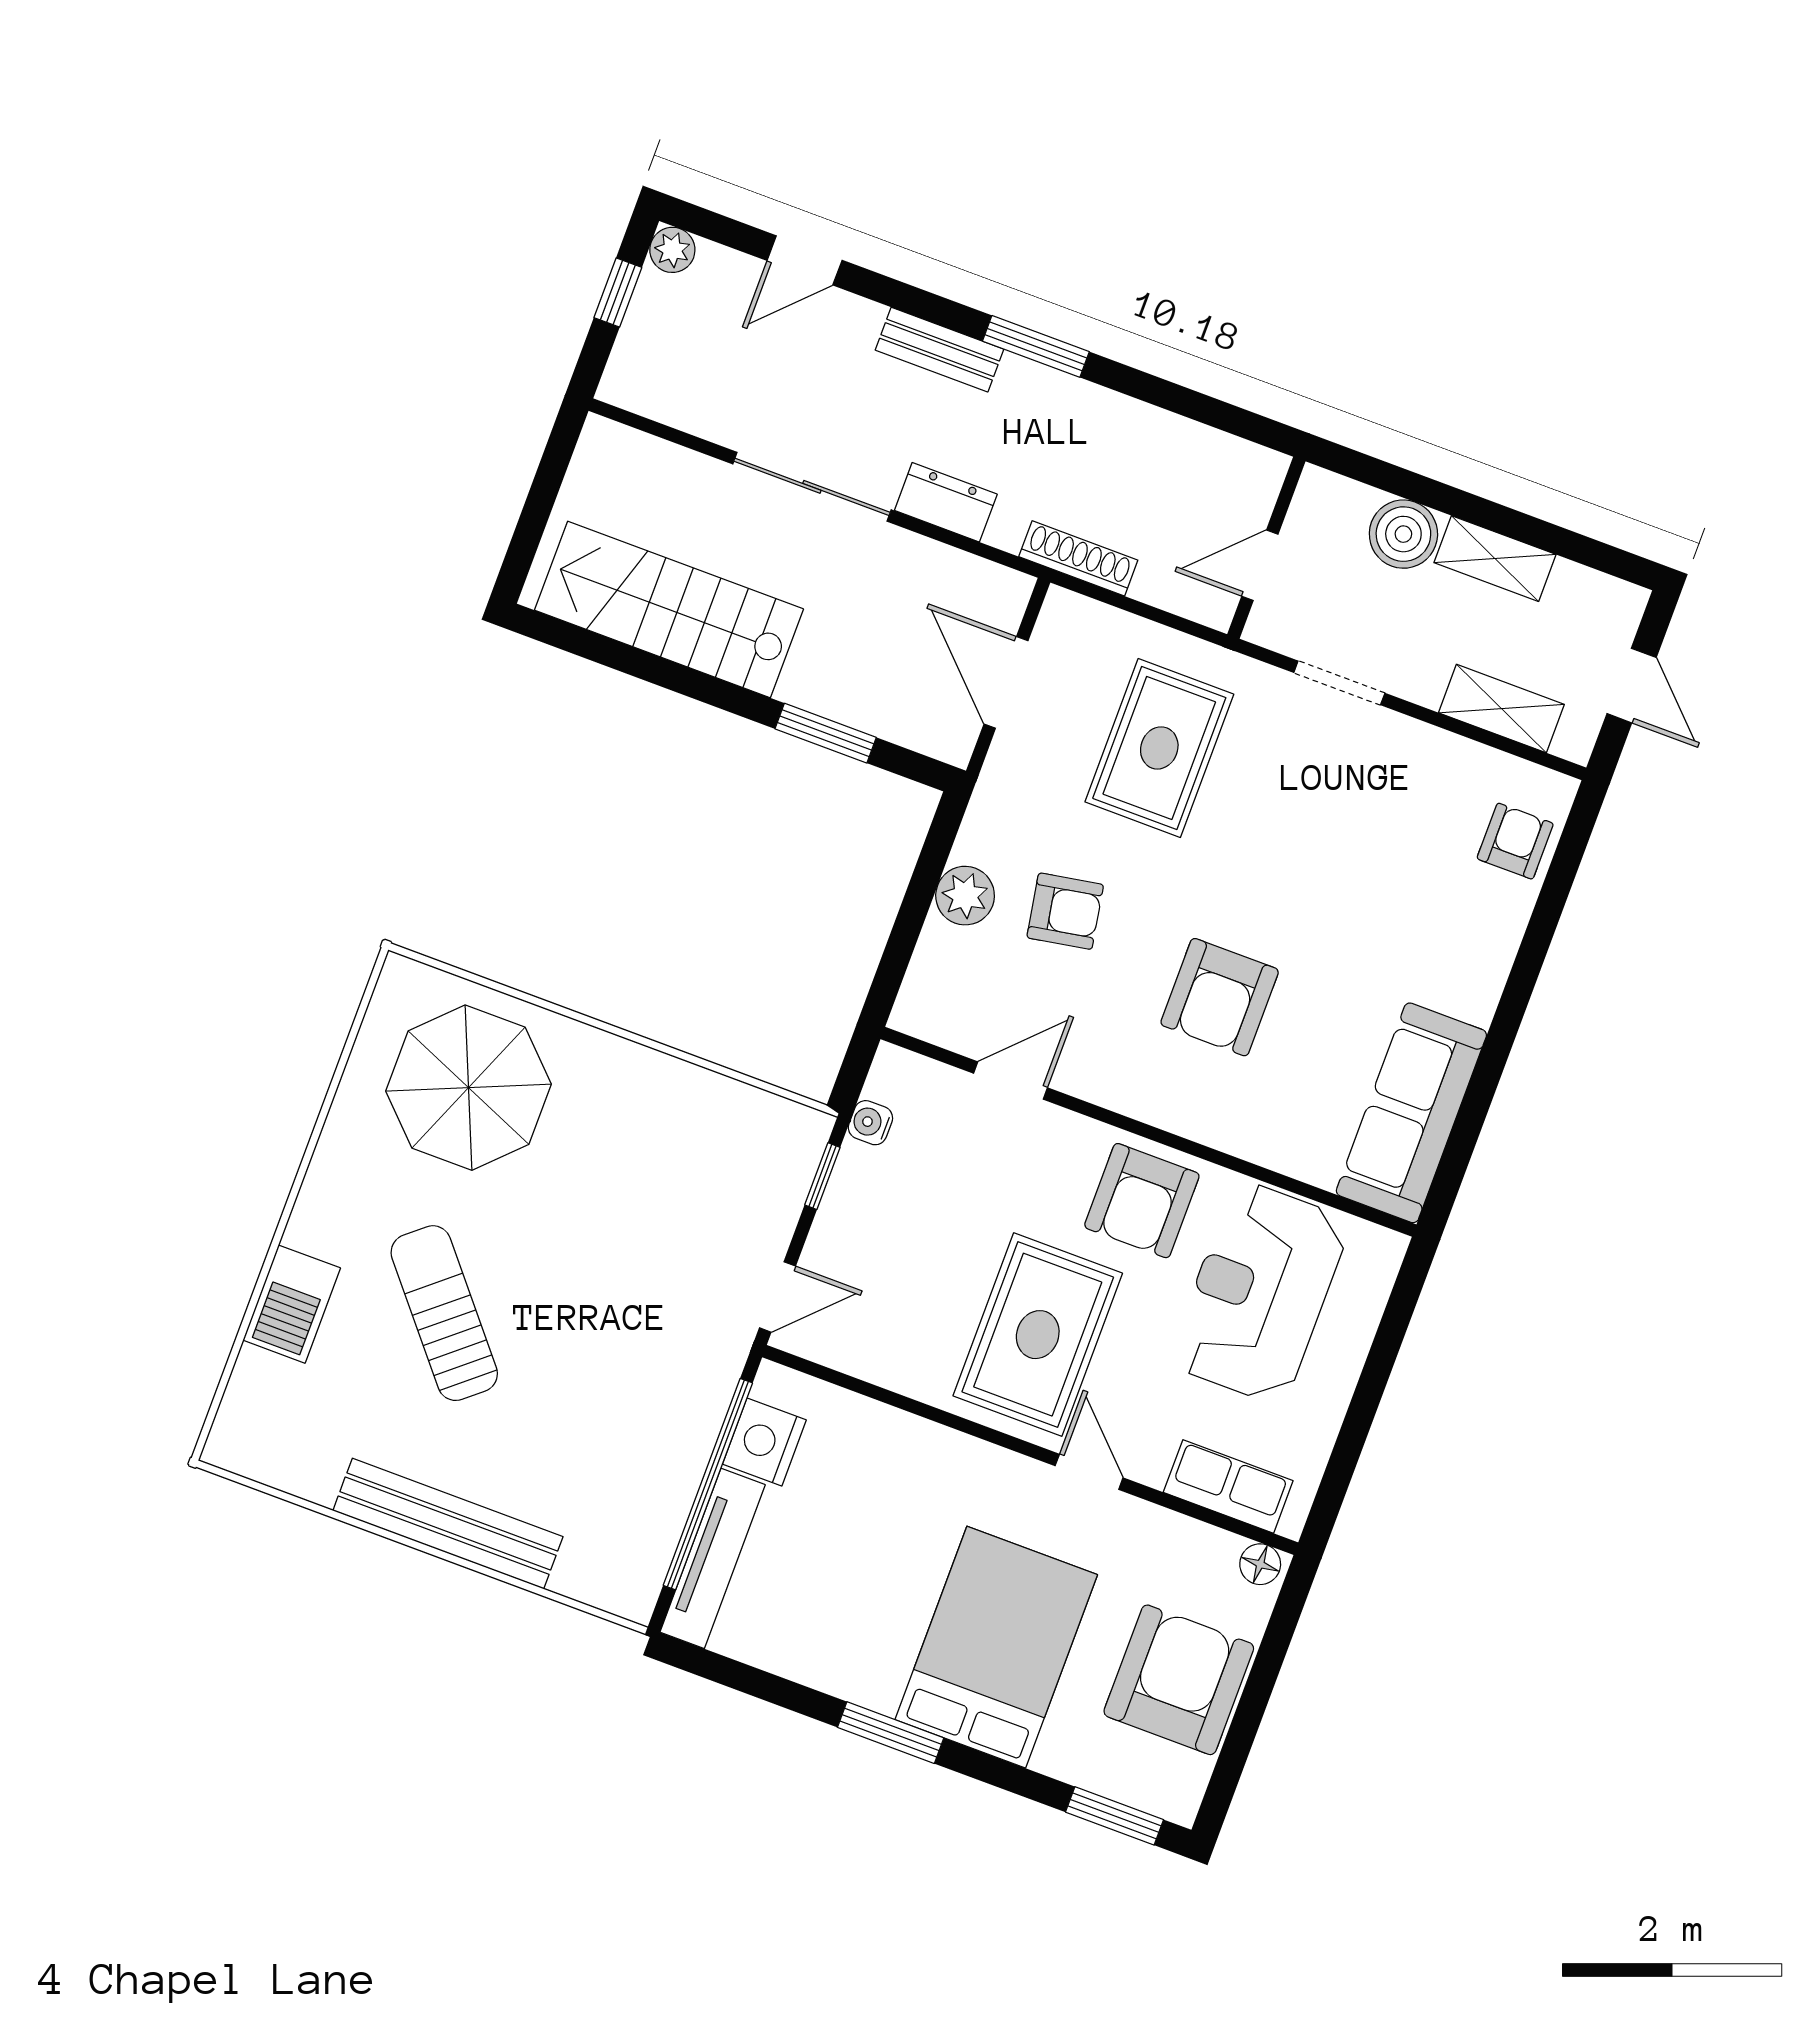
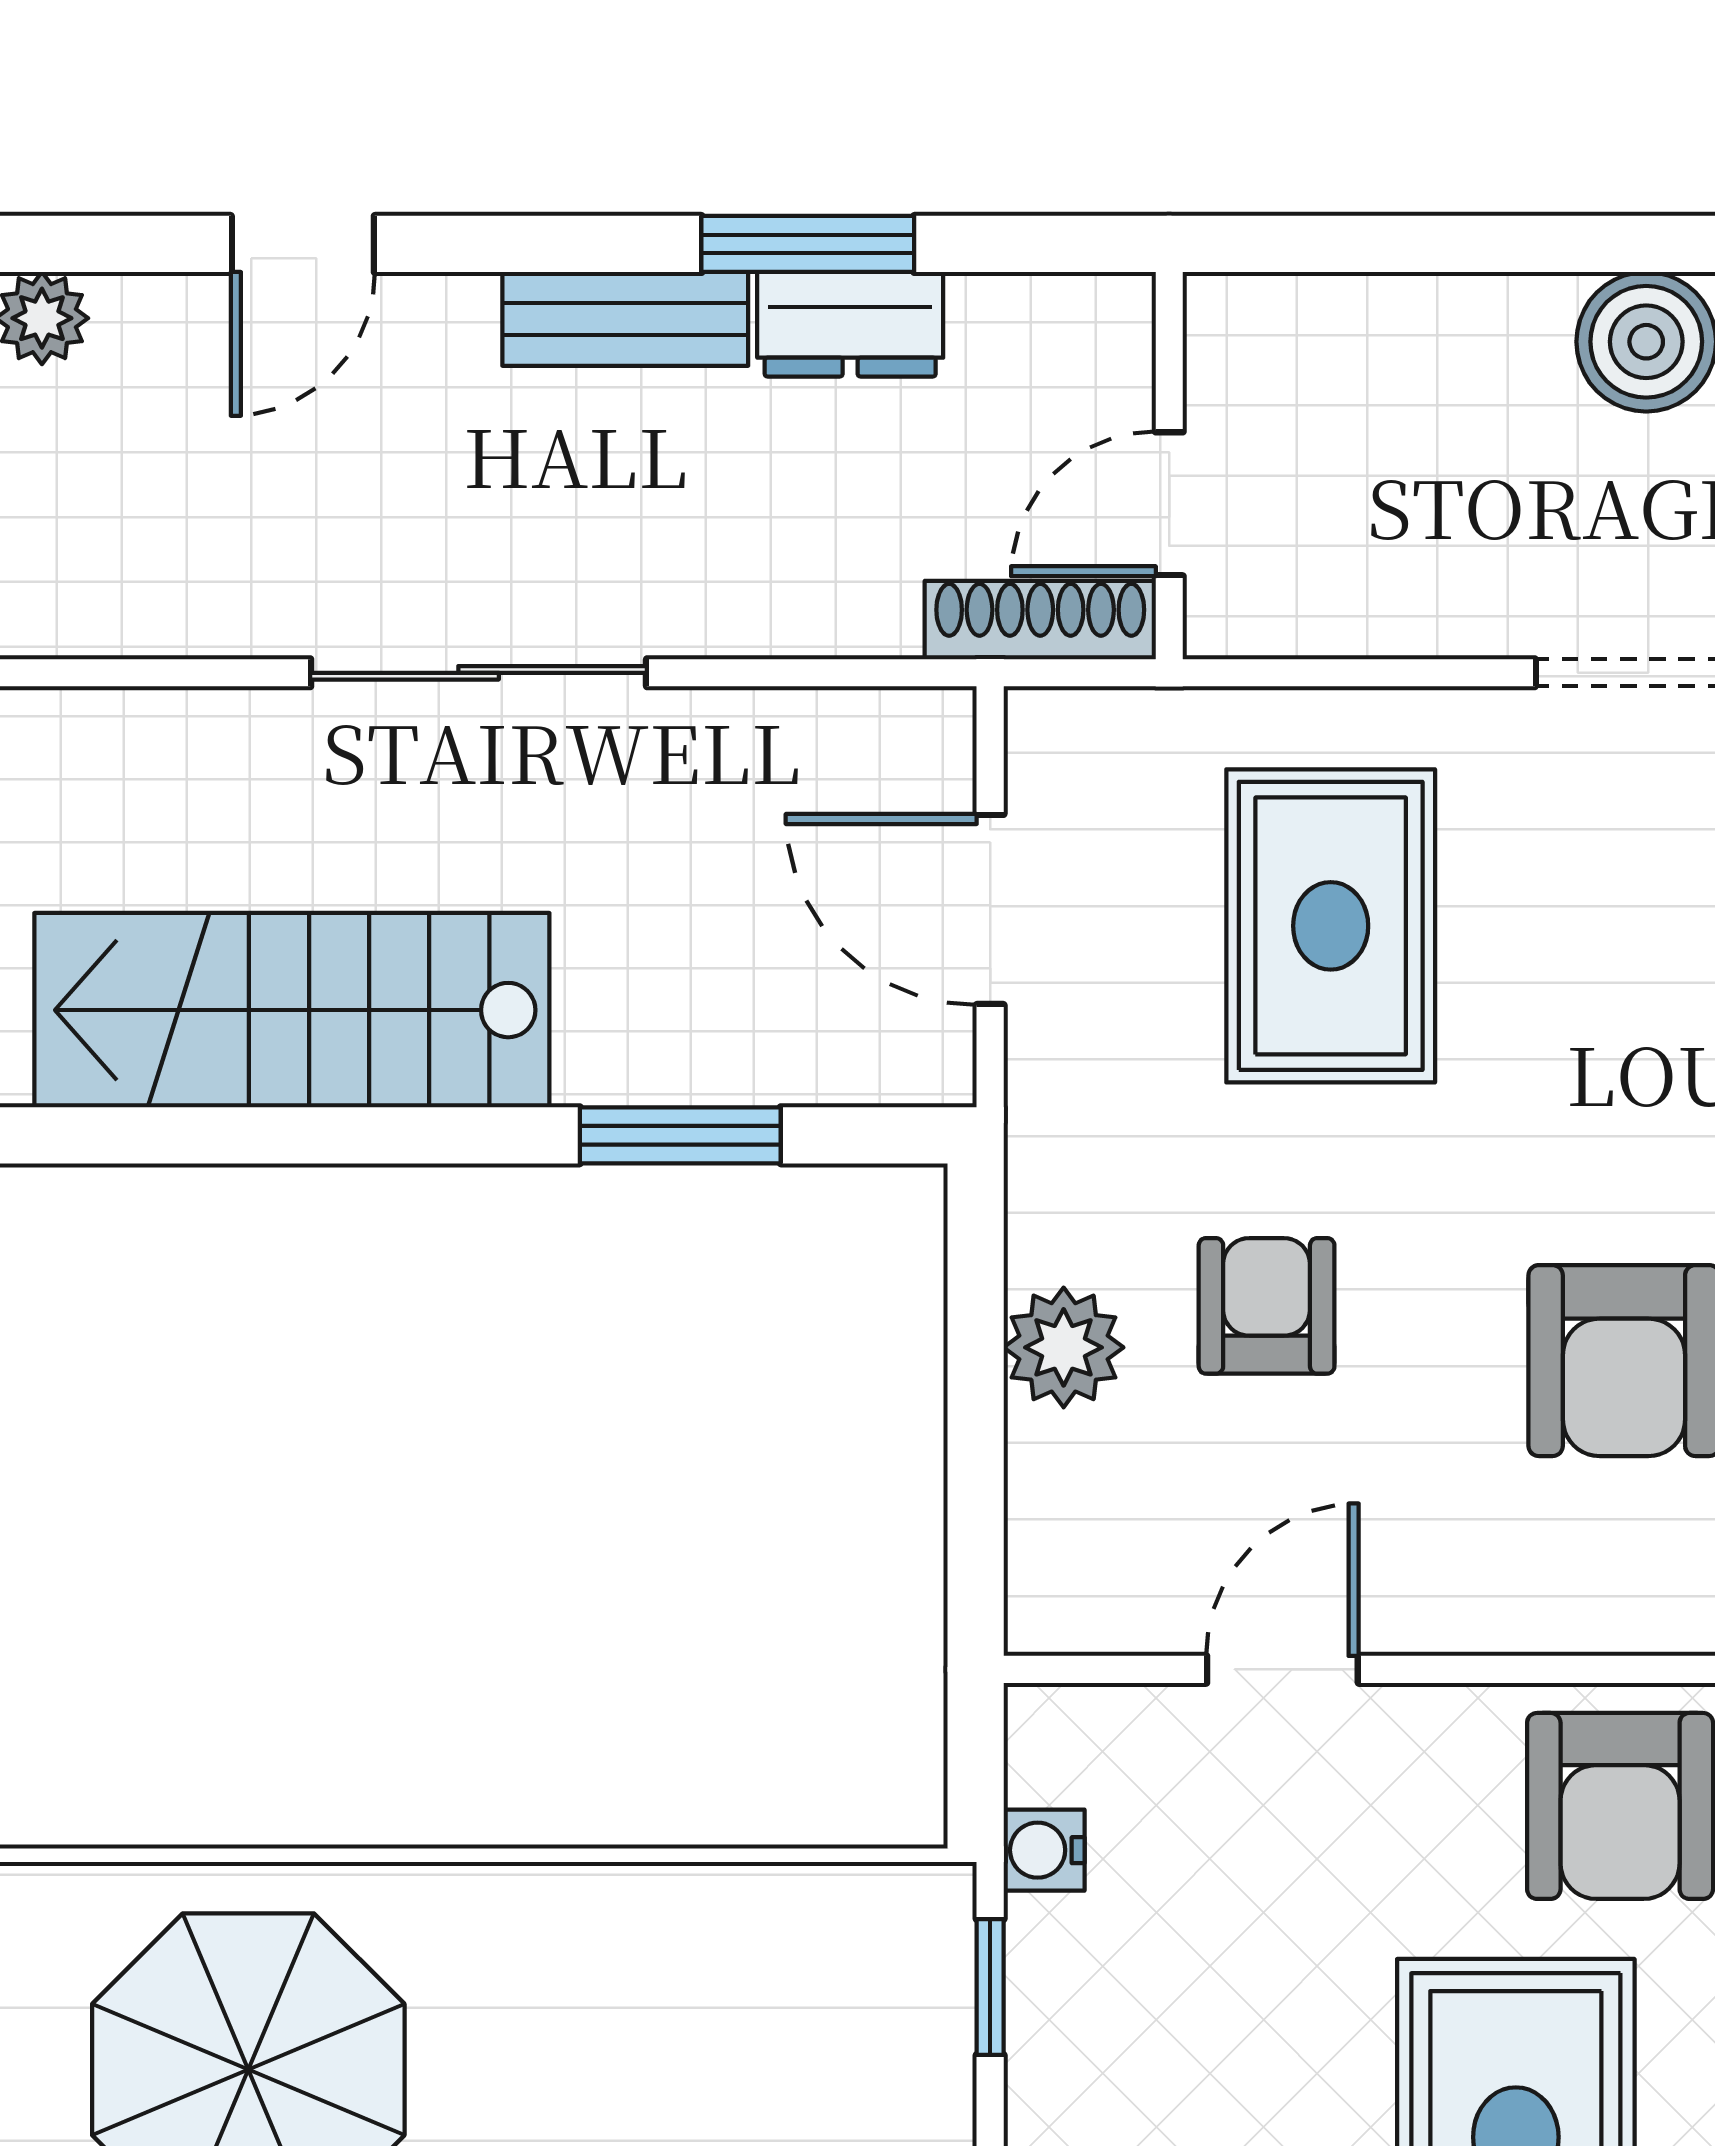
dresser: (946, 502) -> (850, 324), moved, turned 180
wall: (1266, 548) -> (1169, 466), moved
door: (1260, 565) -> (1169, 504), moved
armchair: (1065, 911) -> (1267, 1306), turned -80

